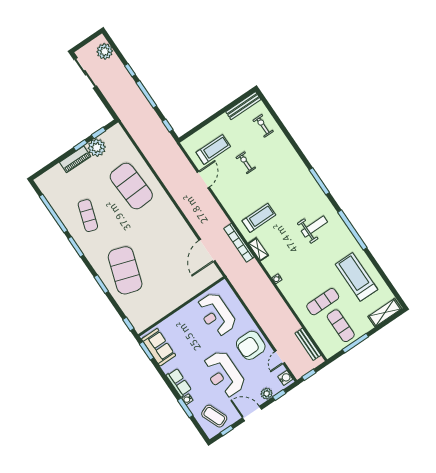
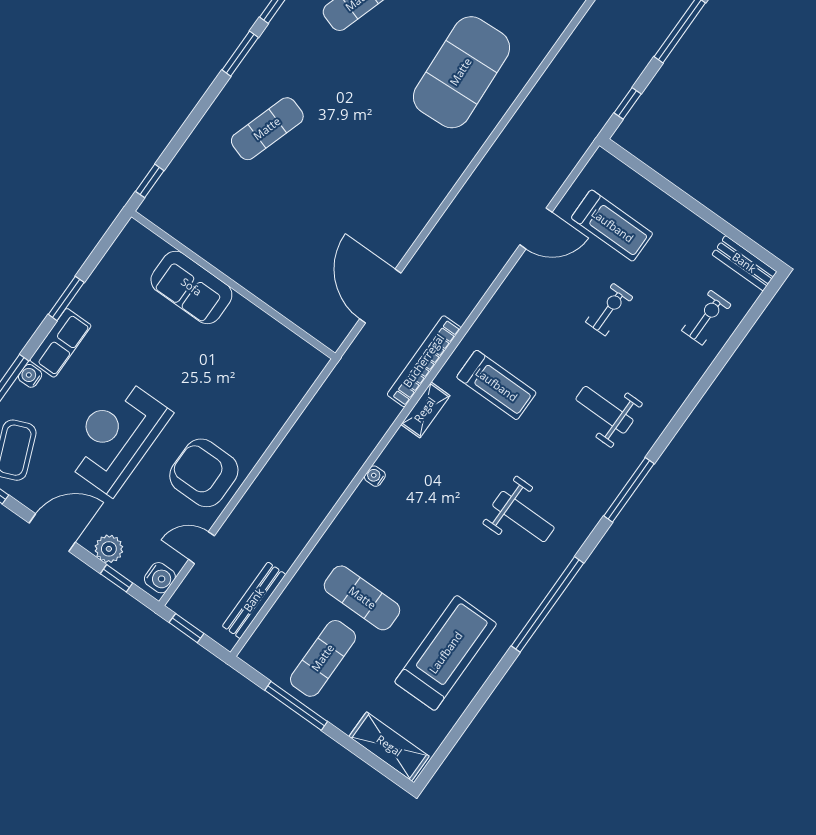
bench: (243, 106) -> (744, 263), width x0.73
weight bench: (284, 179) -> (605, 410), added
door: (207, 250) -> (380, 296), hinge flipped
exercise mat: (125, 270) -> (267, 129), width x0.50, depth x0.69
window: (101, 284) -> (240, 54), moved
reception desk: (216, 314) -> (244, 370), removed
sofa: (159, 347) -> (191, 287), moved, turned 90
window: (147, 351) -> (66, 298), moved
door: (252, 413) -> (52, 533), hinge flipped

